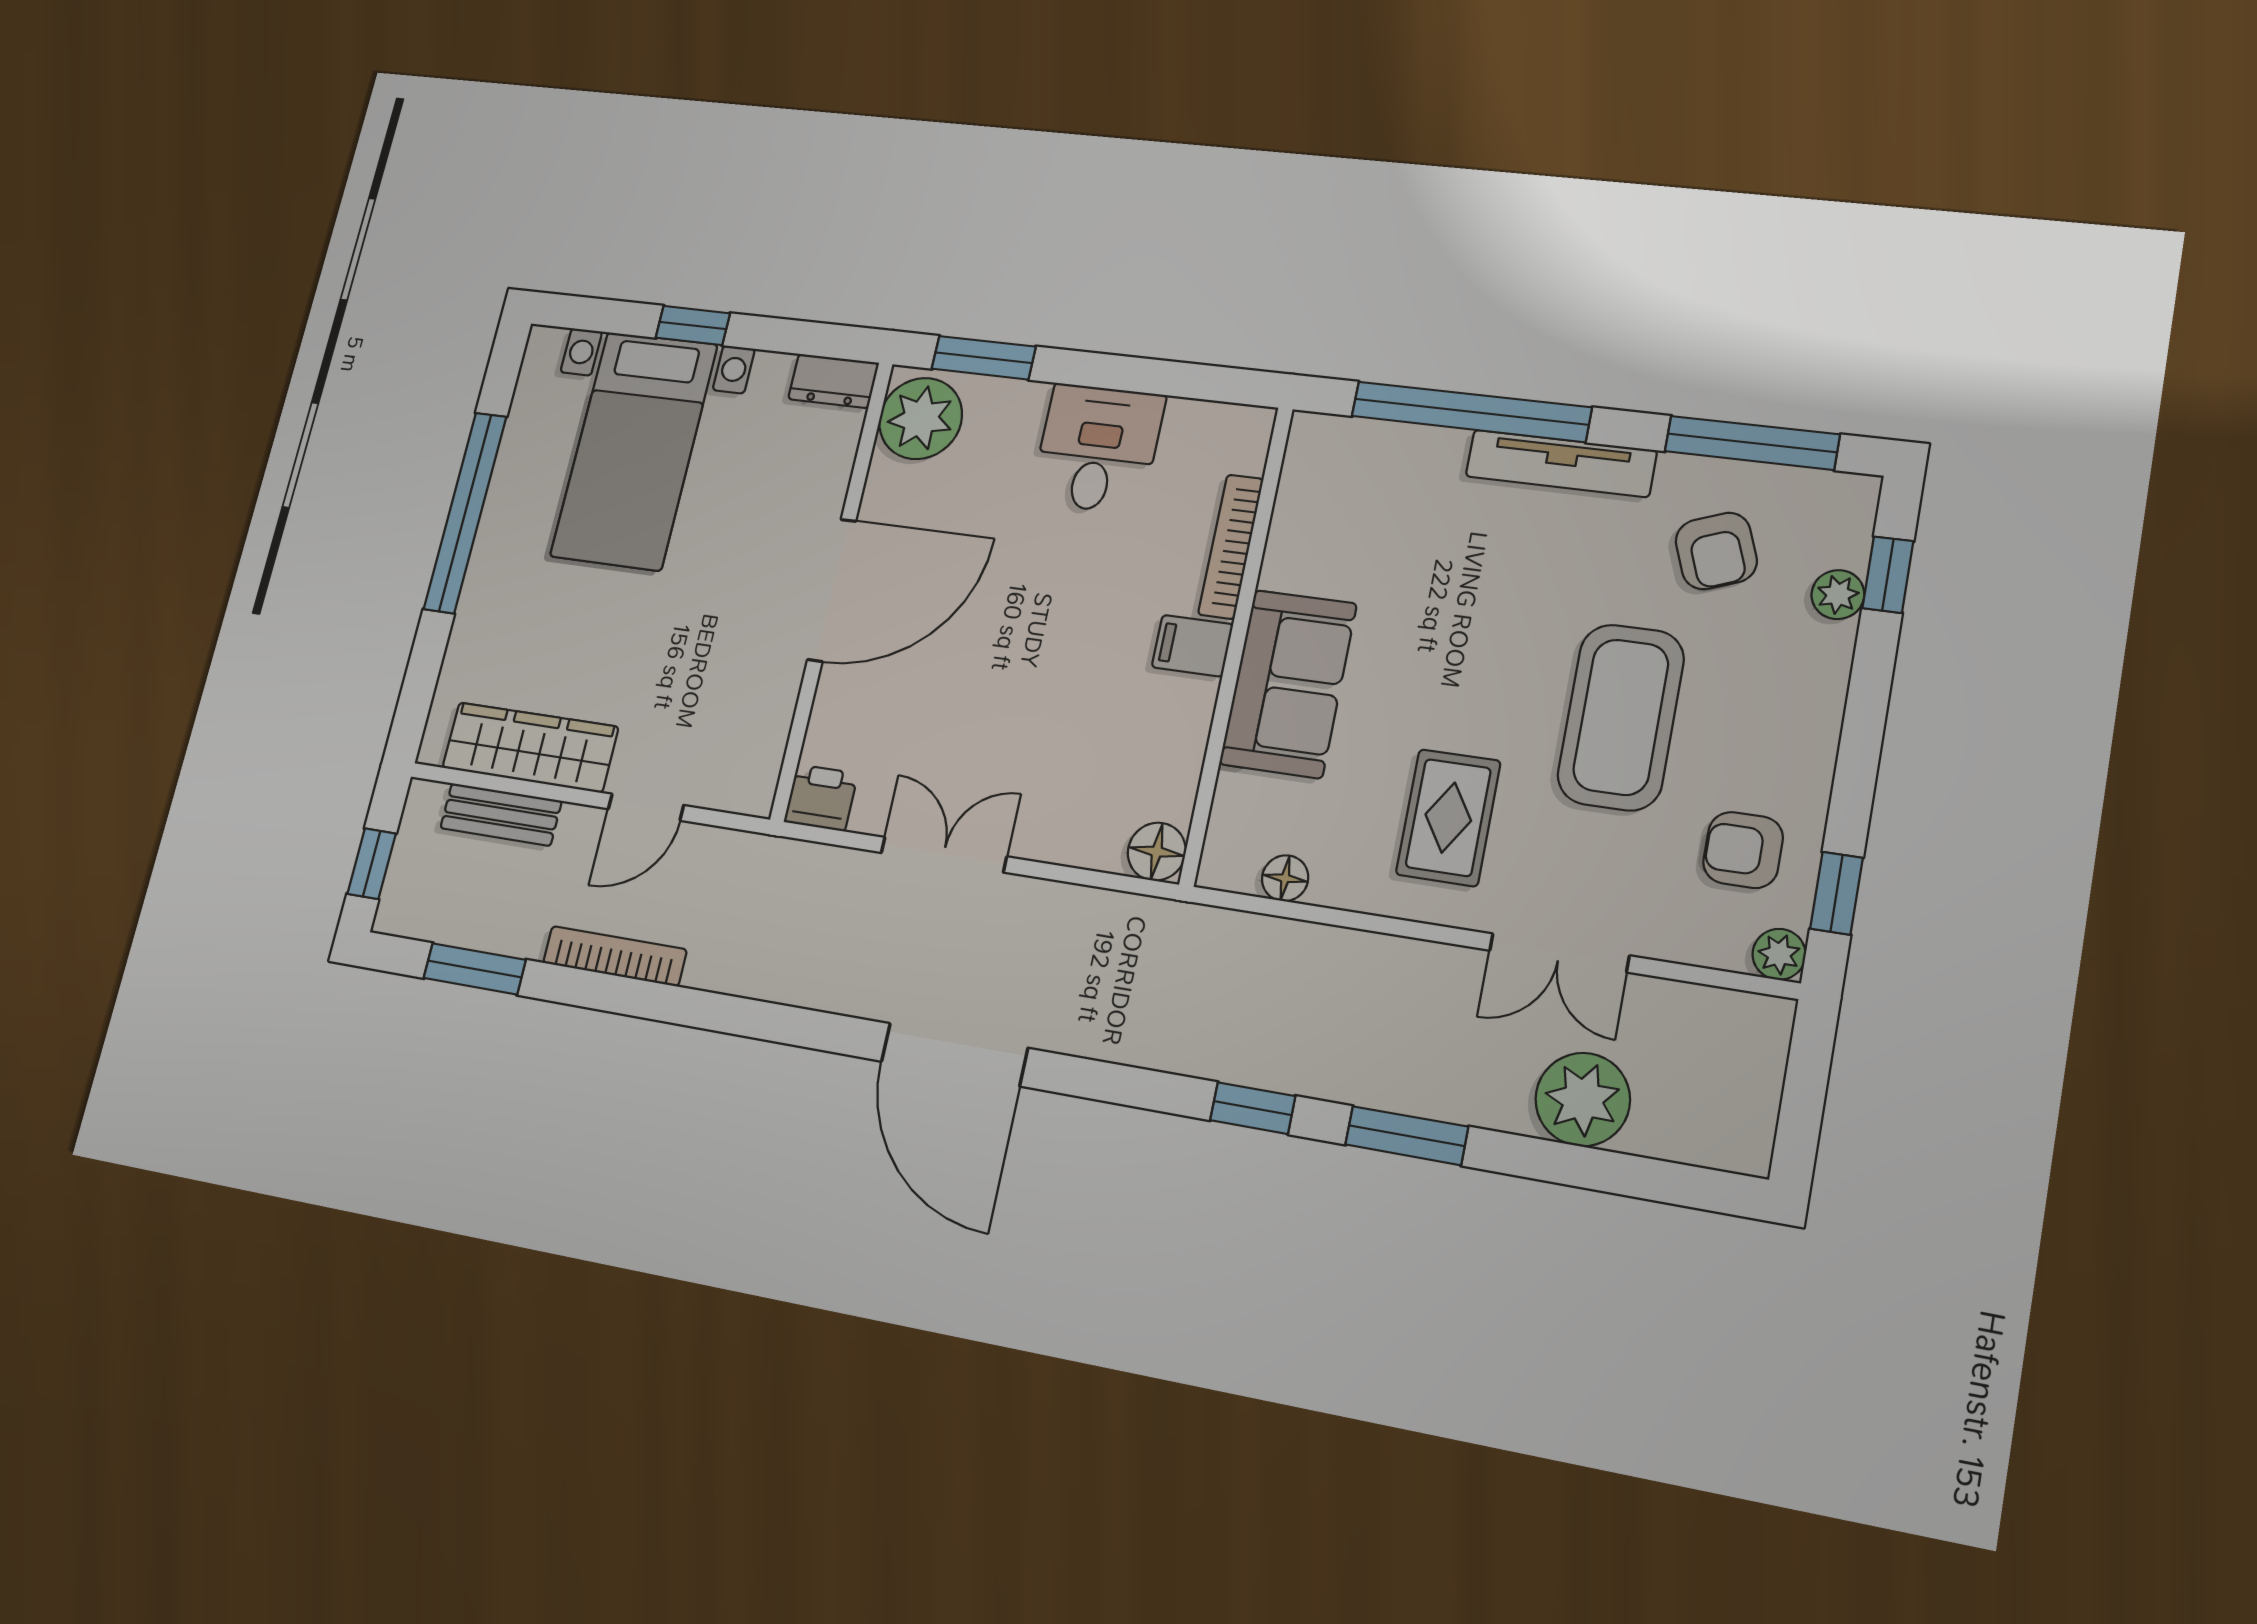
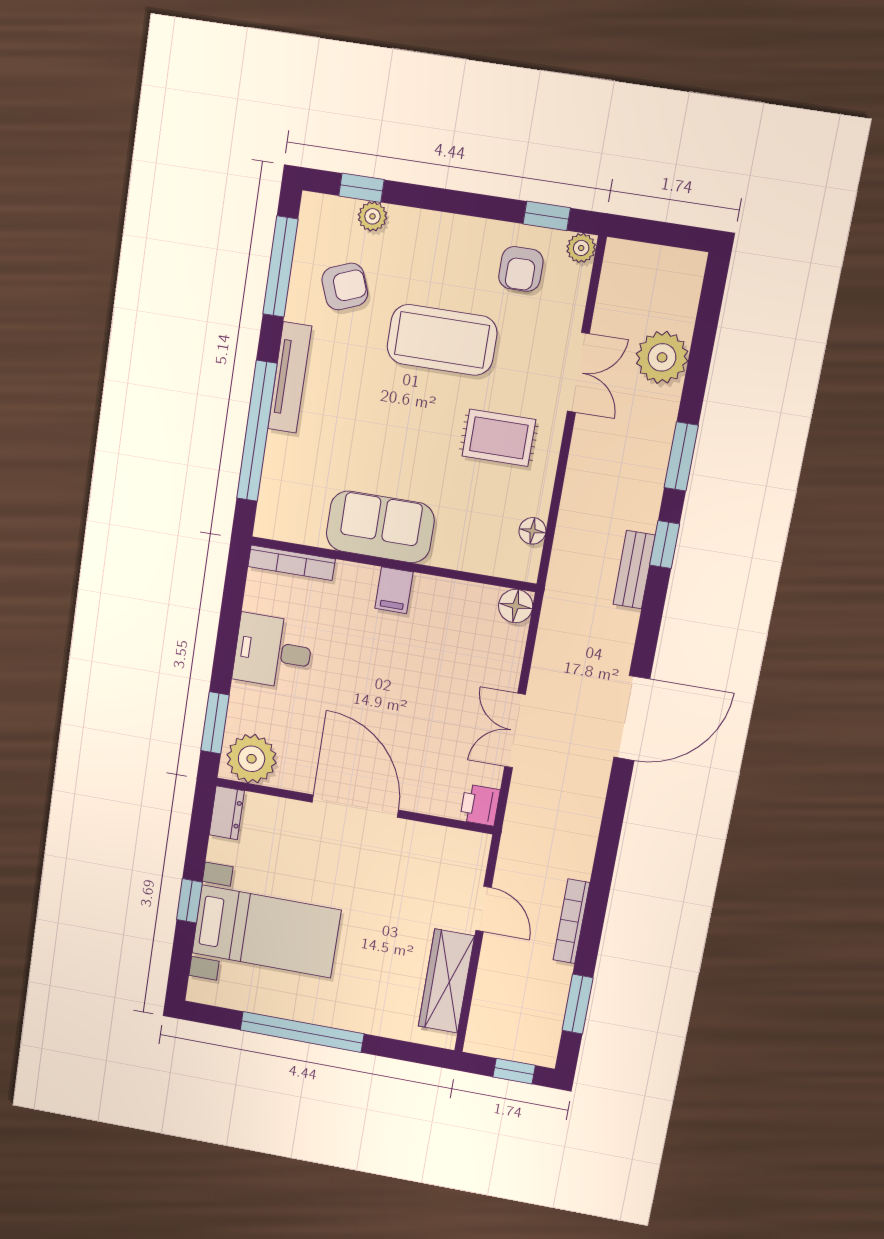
bookcase: (1231, 547) -> (291, 563), moved
sofa: (1288, 684) -> (380, 527), moved
bench: (501, 815) -> (634, 570), moved

